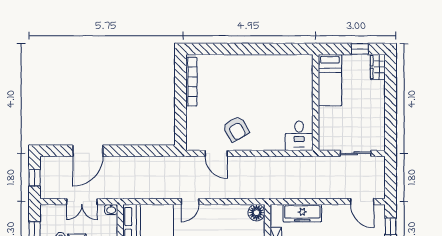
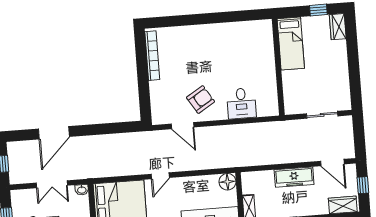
armchair: (236, 129) -> (201, 100), turned -92
desk: (299, 136) -> (241, 103), moved
freezer: (302, 213) -> (294, 177), moved

